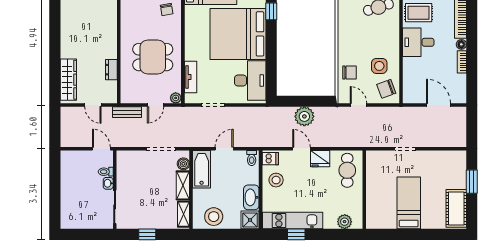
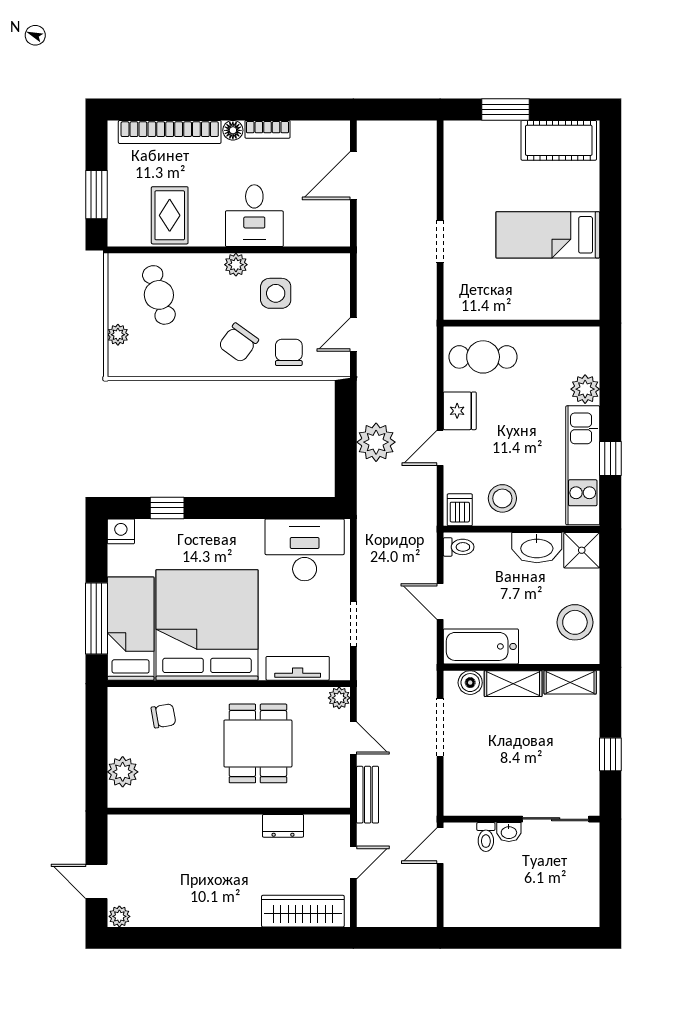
bed: (238, 34) -> (207, 625), moved, turned 180
desk: (418, 42) -> (254, 216), moved
plant: (394, 46) -> (236, 265), added
chair: (386, 89) -> (238, 343), moved, turned 56
plant: (345, 222) -> (585, 389), moved

